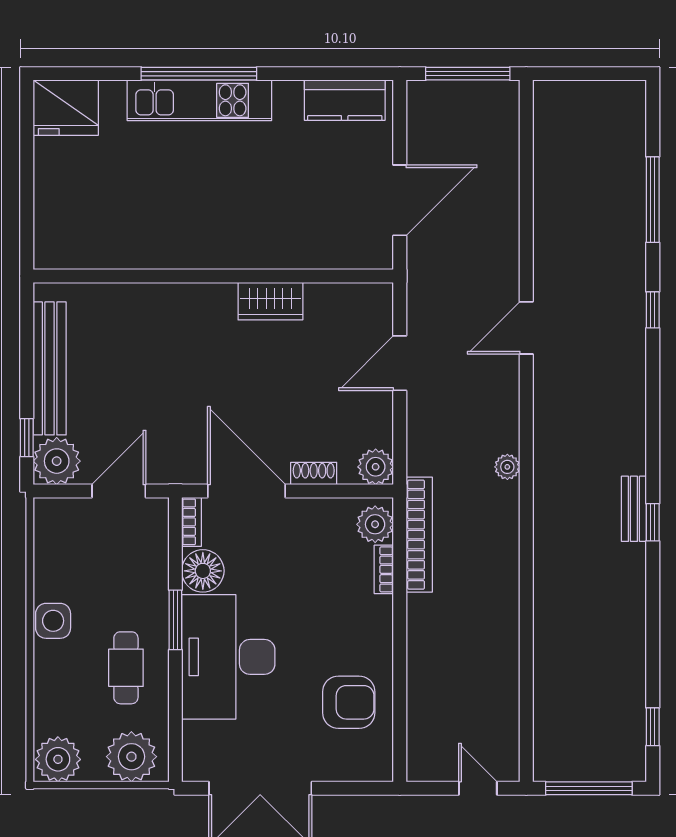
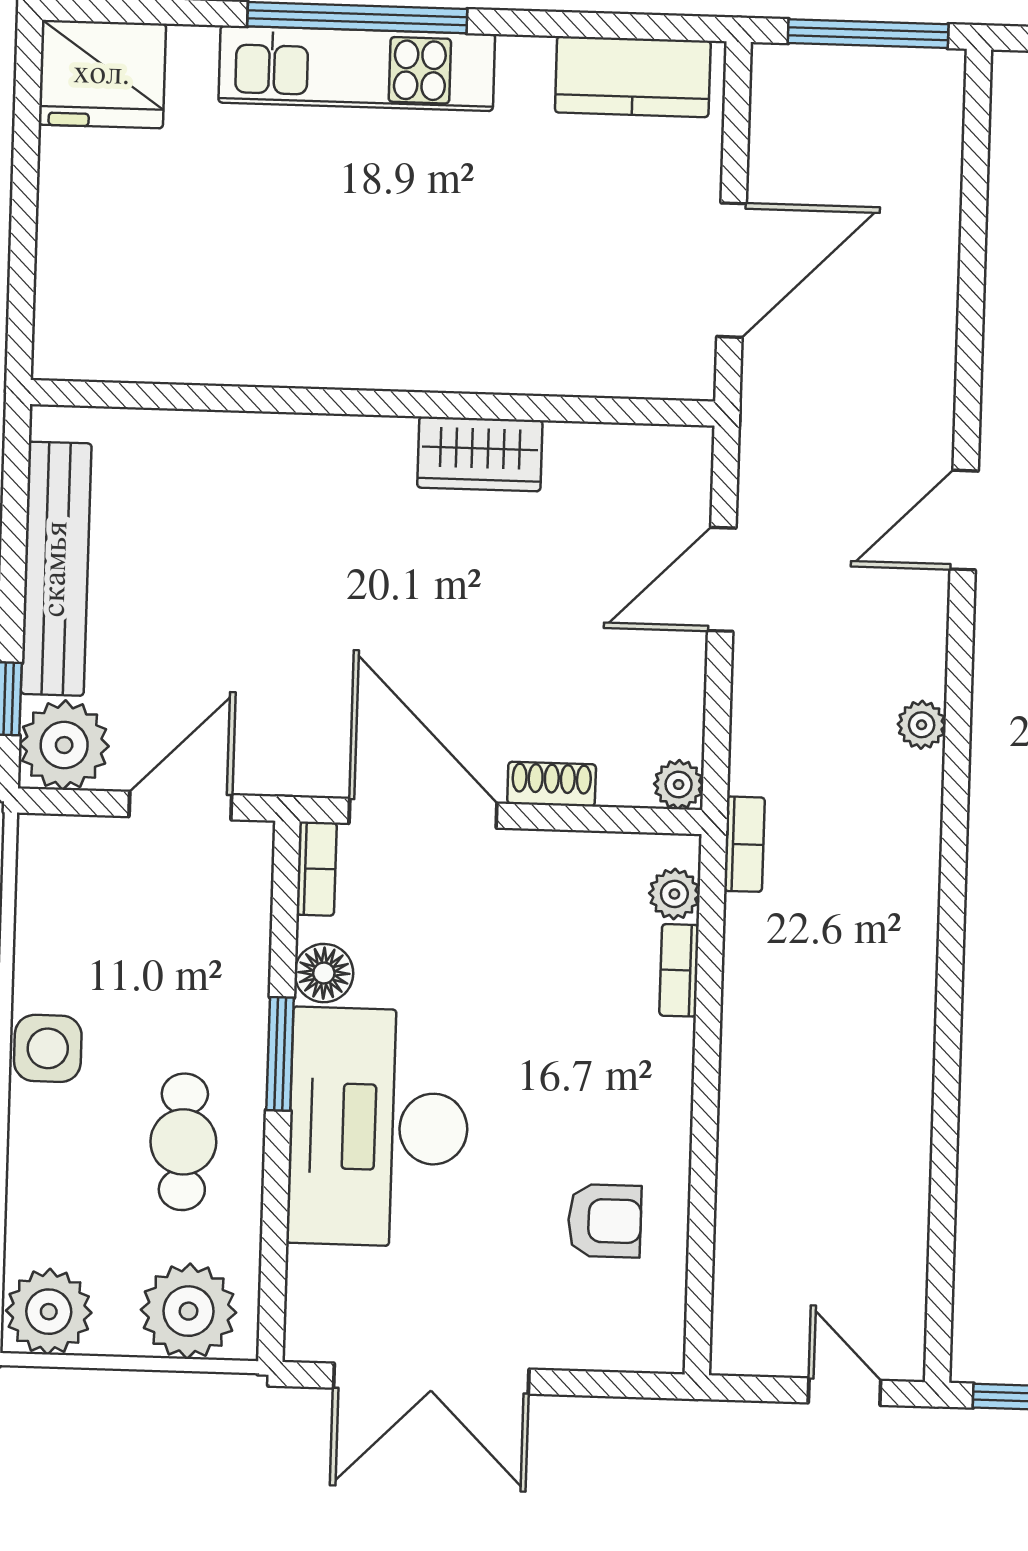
plant: (376, 467) -> (679, 785), width x0.73, depth x0.73
plant: (507, 467) -> (922, 725), moved
plant: (375, 524) -> (674, 894), width x0.73, depth x0.73
bookcase: (419, 535) -> (744, 844), width x0.43, depth x0.76
floor lamp: (203, 571) -> (324, 973), width x0.73, depth x0.73
armchair: (349, 702) -> (605, 1221), width x0.72, depth x0.72

